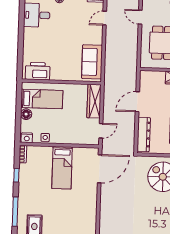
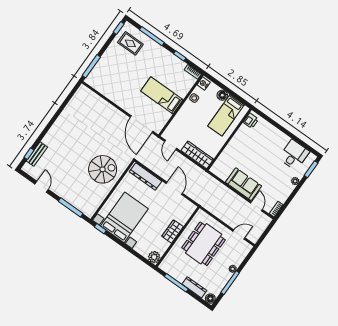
sofa: (92, 62) -> (244, 184), moved
printer: (38, 71) -> (251, 121), width x0.53, depth x0.68

